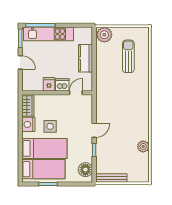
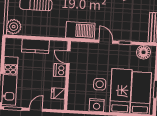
fridge: (49, 84) -> (58, 94), moved
barbecue: (104, 103) -> (80, 30), added
wardrobe: (28, 106) -> (79, 105), removed

